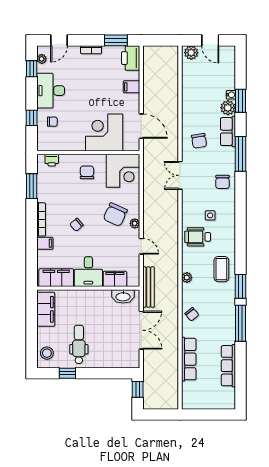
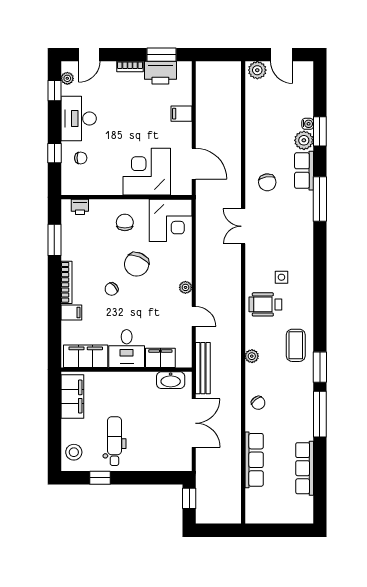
printer: (131, 58) -> (160, 73), moved, turned -90
chair: (223, 182) -> (297, 235), removed
chair: (115, 215) -> (137, 264), moved

